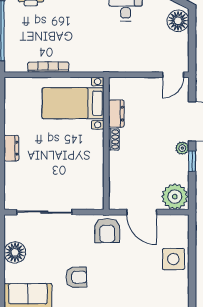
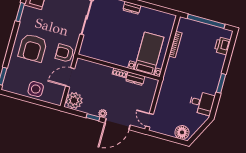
armchair: (76, 277) -> (33, 48), moved, width x1.88, depth x1.88

